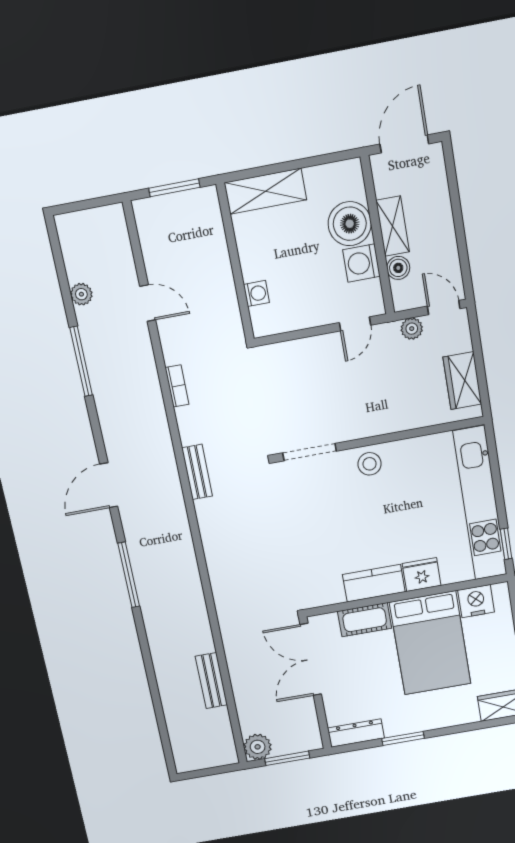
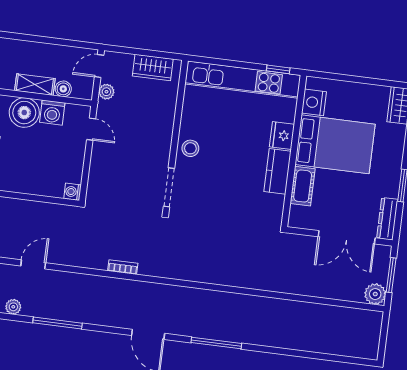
washing machine: (256, 293) -> (73, 192), moved, turned -90
bookcase: (177, 386) -> (123, 267), moved
bench: (197, 472) -> (158, 270), removed
double door: (311, 659) -> (347, 237), moved
bench: (211, 681) -> (313, 311), removed

